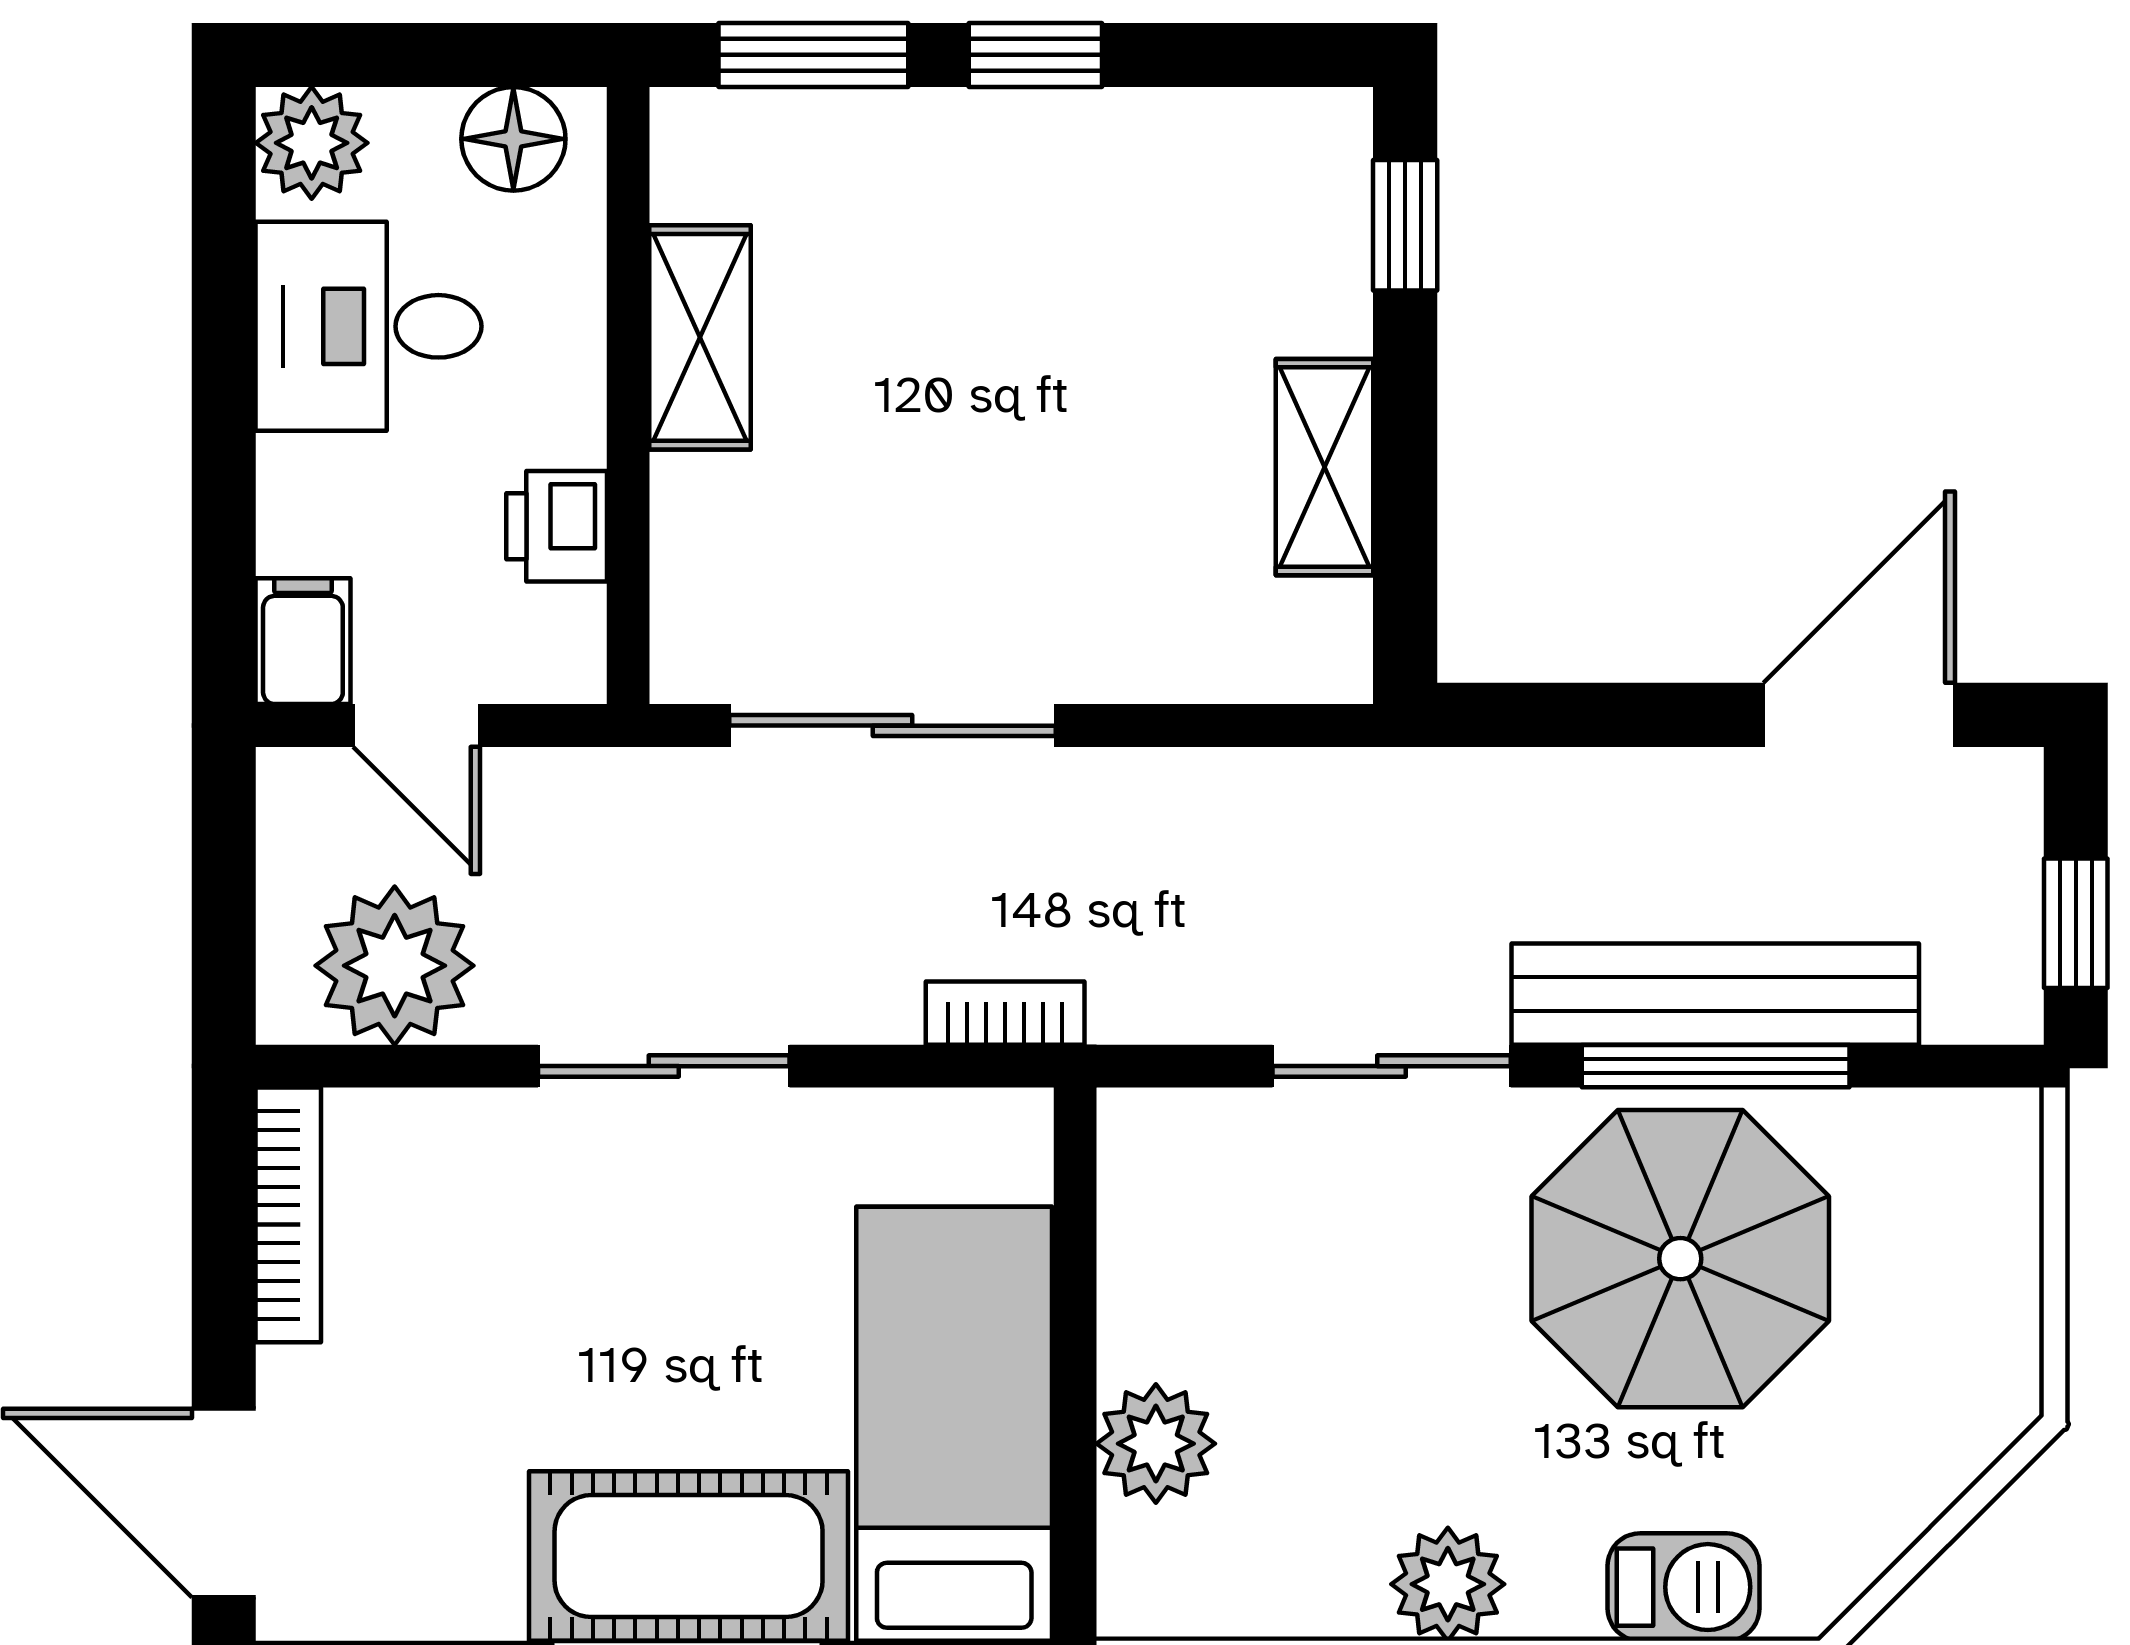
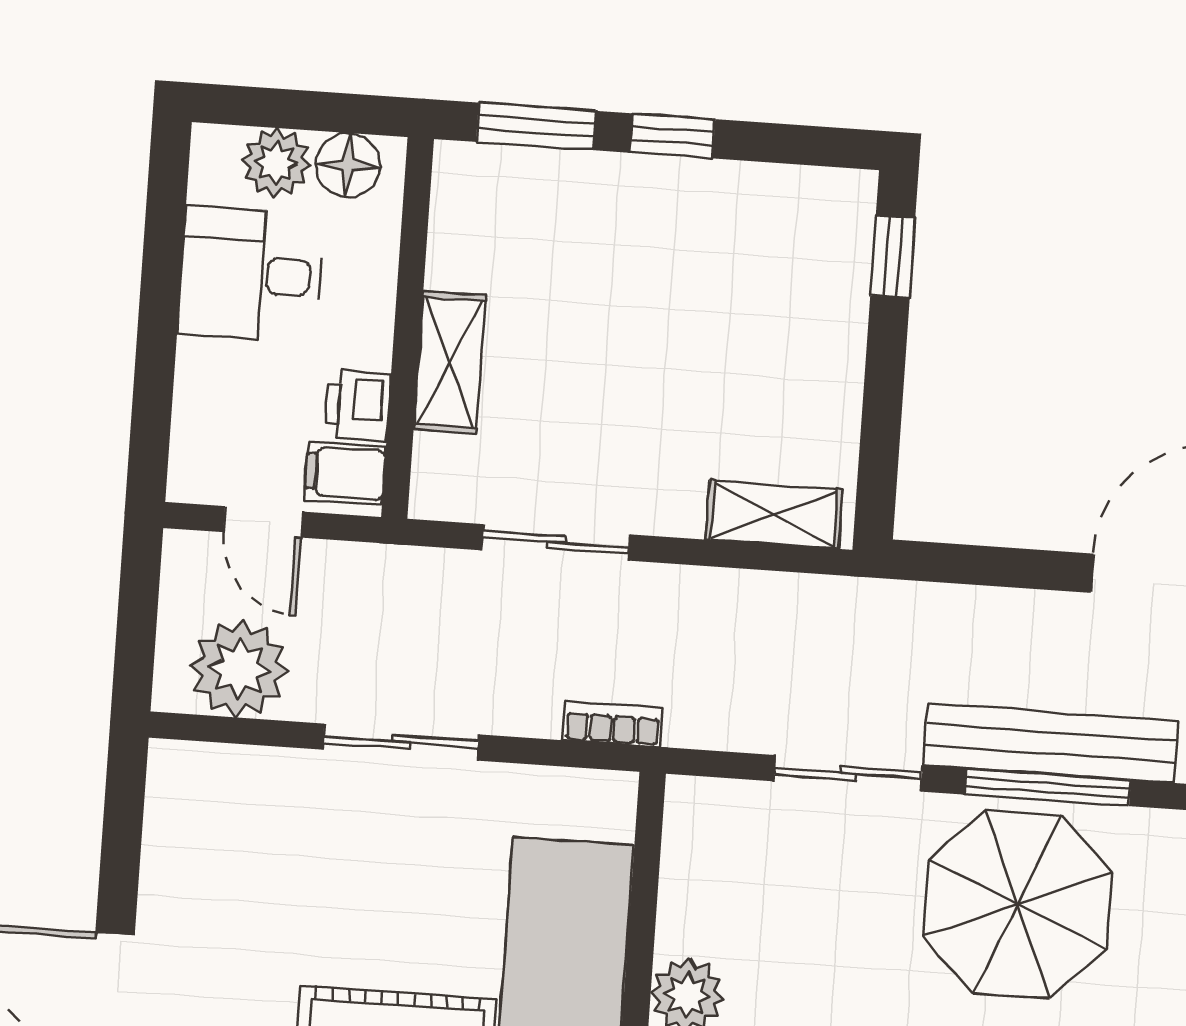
plant: (312, 143) -> (276, 163), moved
shelving: (700, 337) -> (449, 362), moved
shelving: (1325, 467) -> (774, 514), moved, turned 90
filing cabinet: (303, 641) -> (345, 473), moved, turned -90
sliding door: (892, 726) -> (556, 542), width x0.73
bookcase: (288, 1215) -> (163, 817), removed

